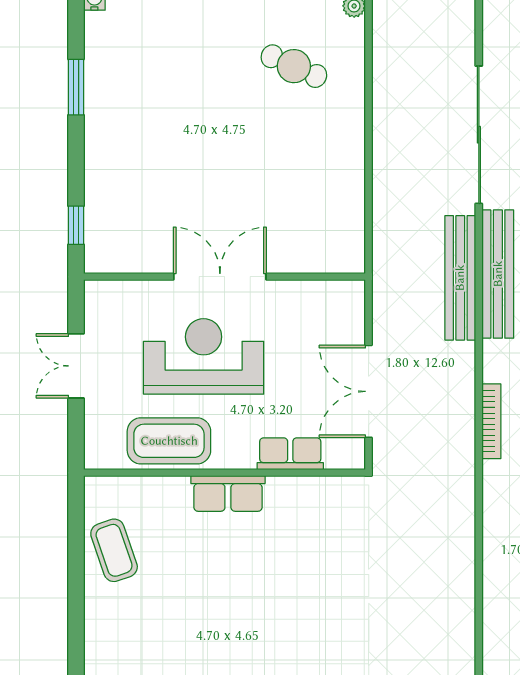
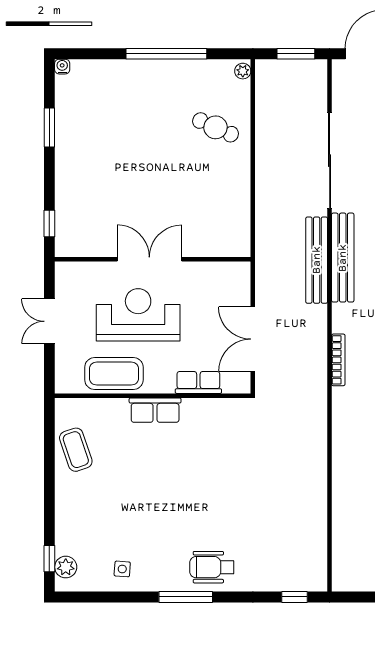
cafe table: (294, 66) -> (216, 127), moved

